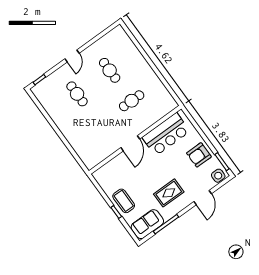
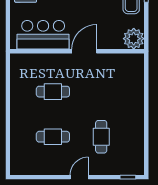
cafe table: (110, 70) -> (53, 137), turned 90
plant: (103, 176) -> (134, 39), added

